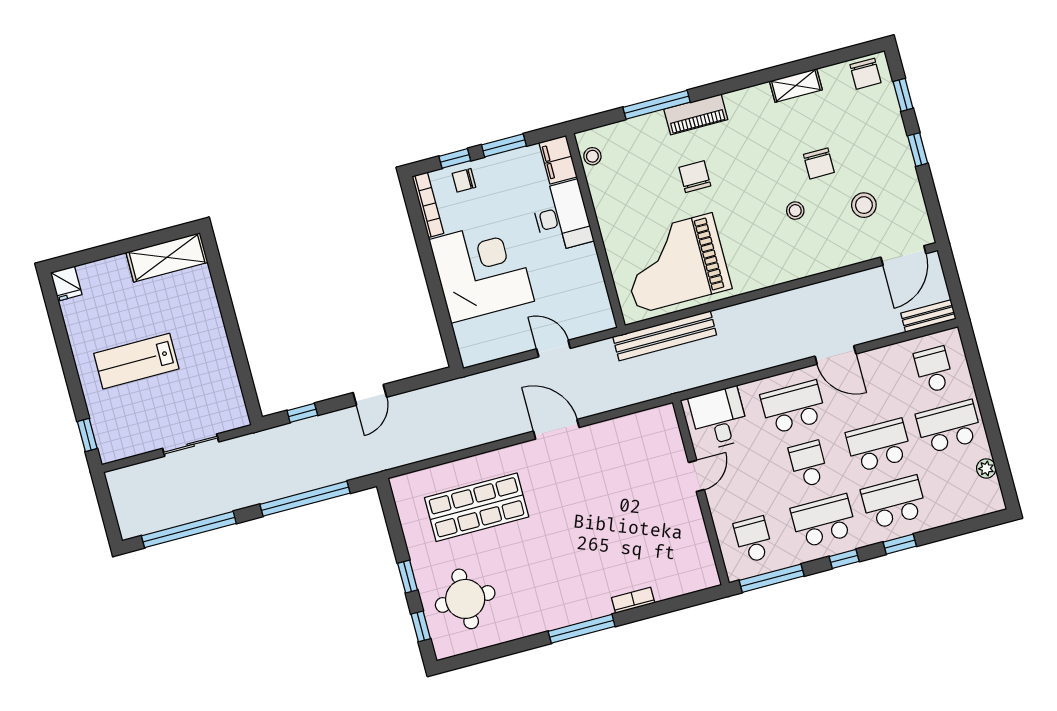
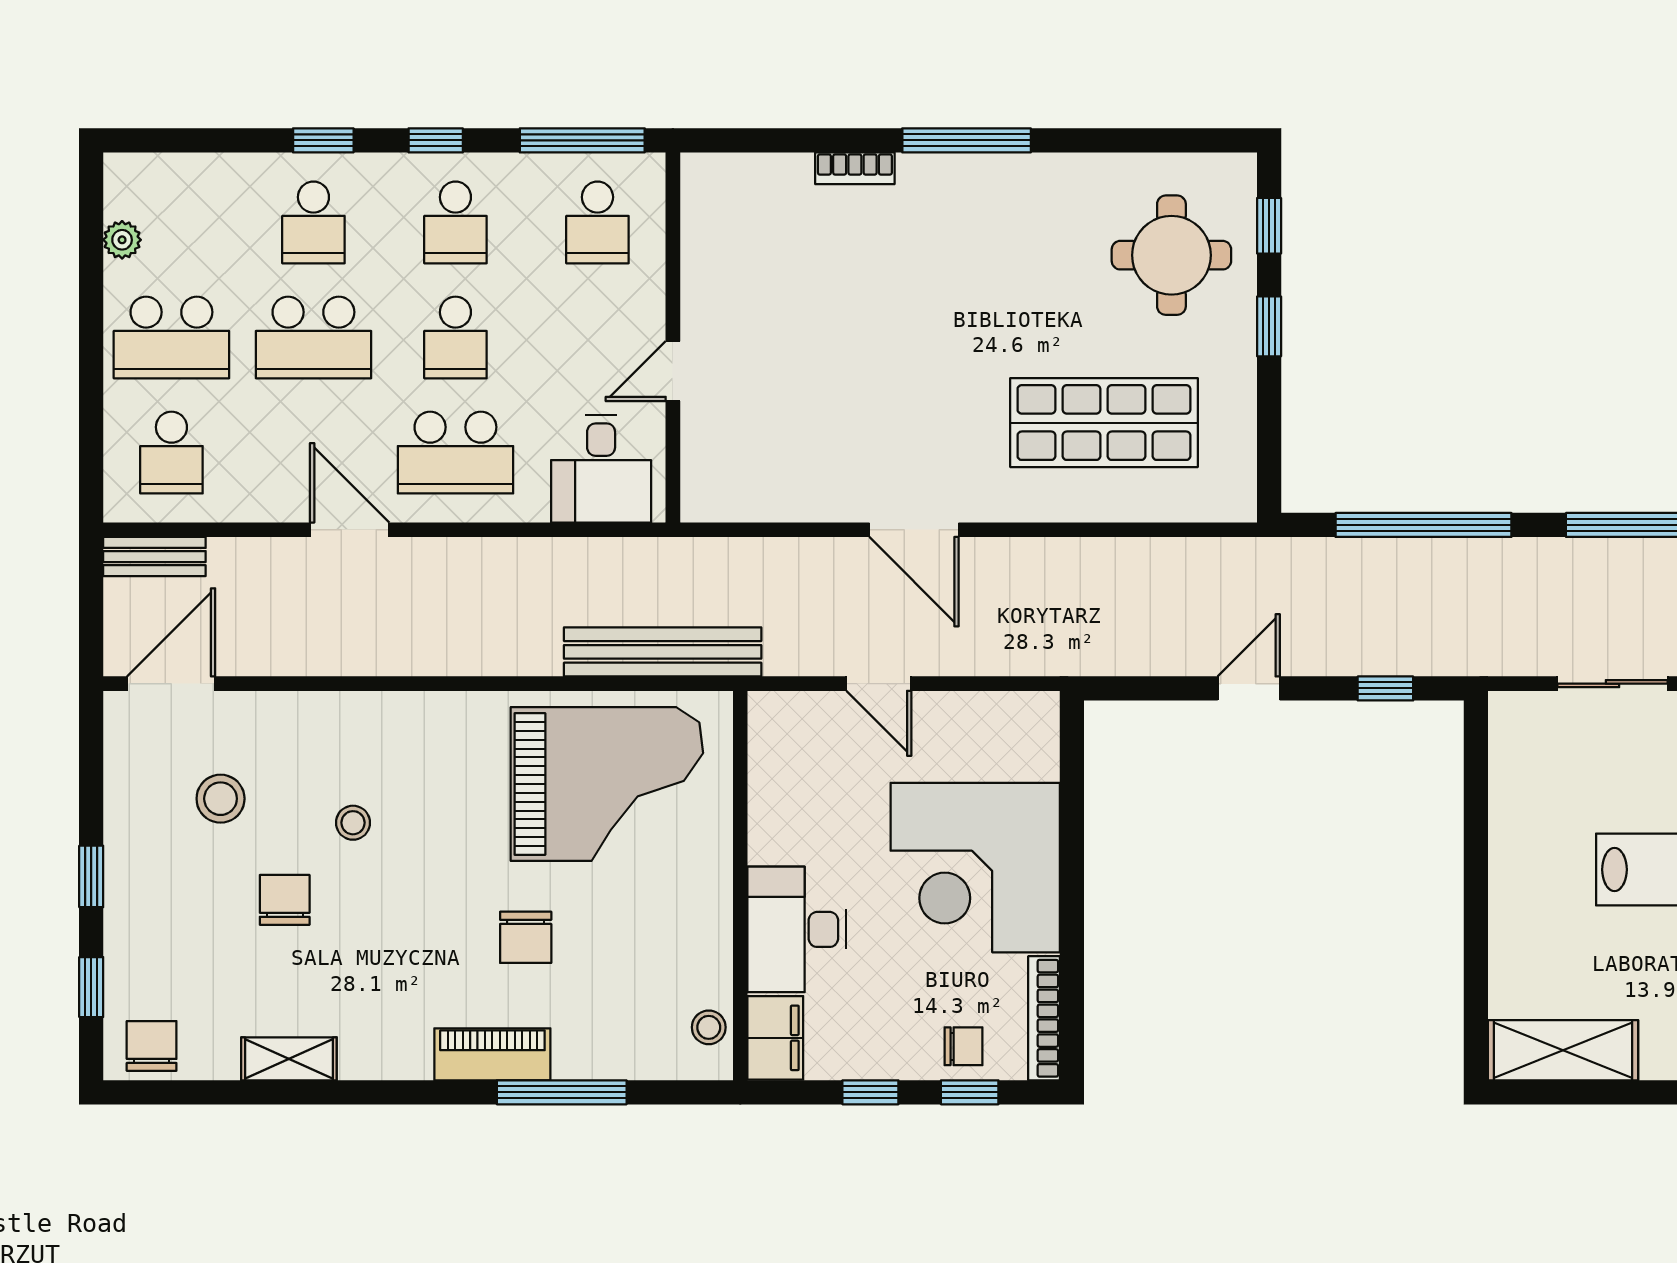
window: (504, 145) -> (870, 1092), width x0.67
school desk: (894, 502) -> (313, 222), width x0.54
school desk: (824, 521) -> (455, 222), width x0.54

